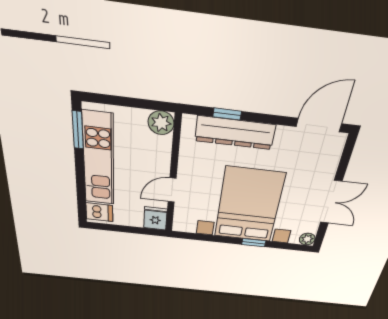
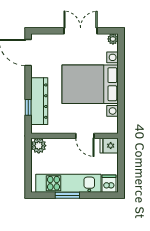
window: (78, 130) -> (67, 195), moved
window: (254, 243) -> (121, 75), removed

